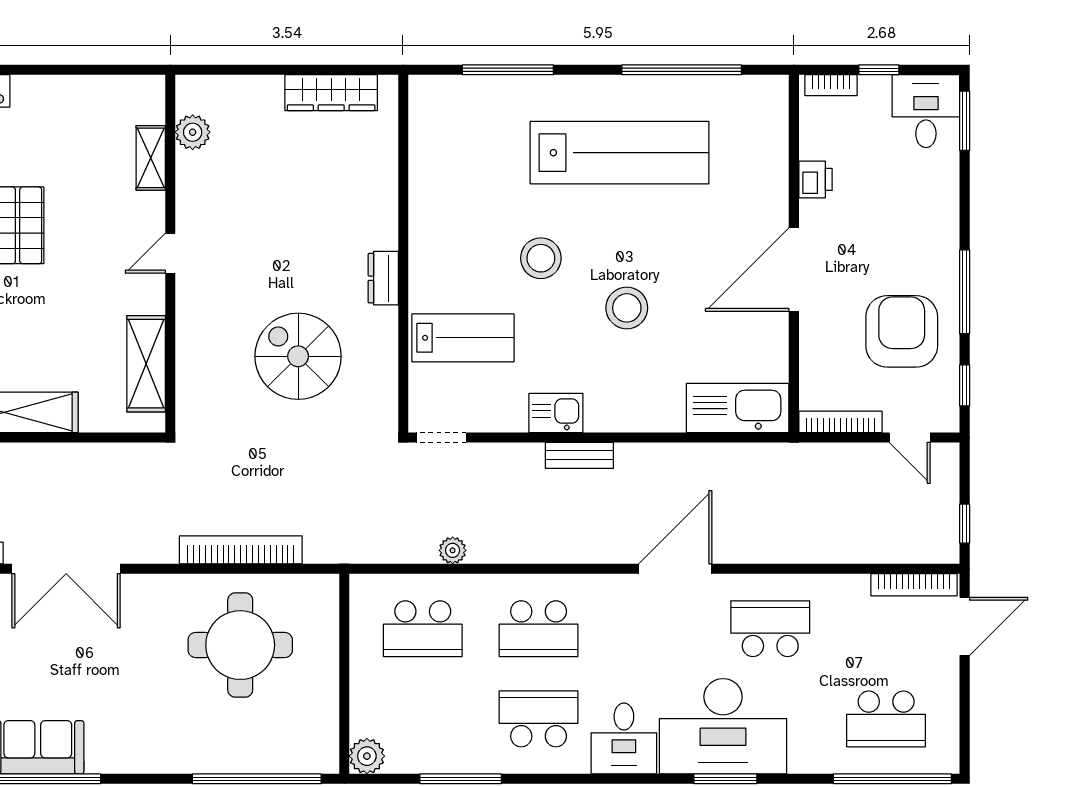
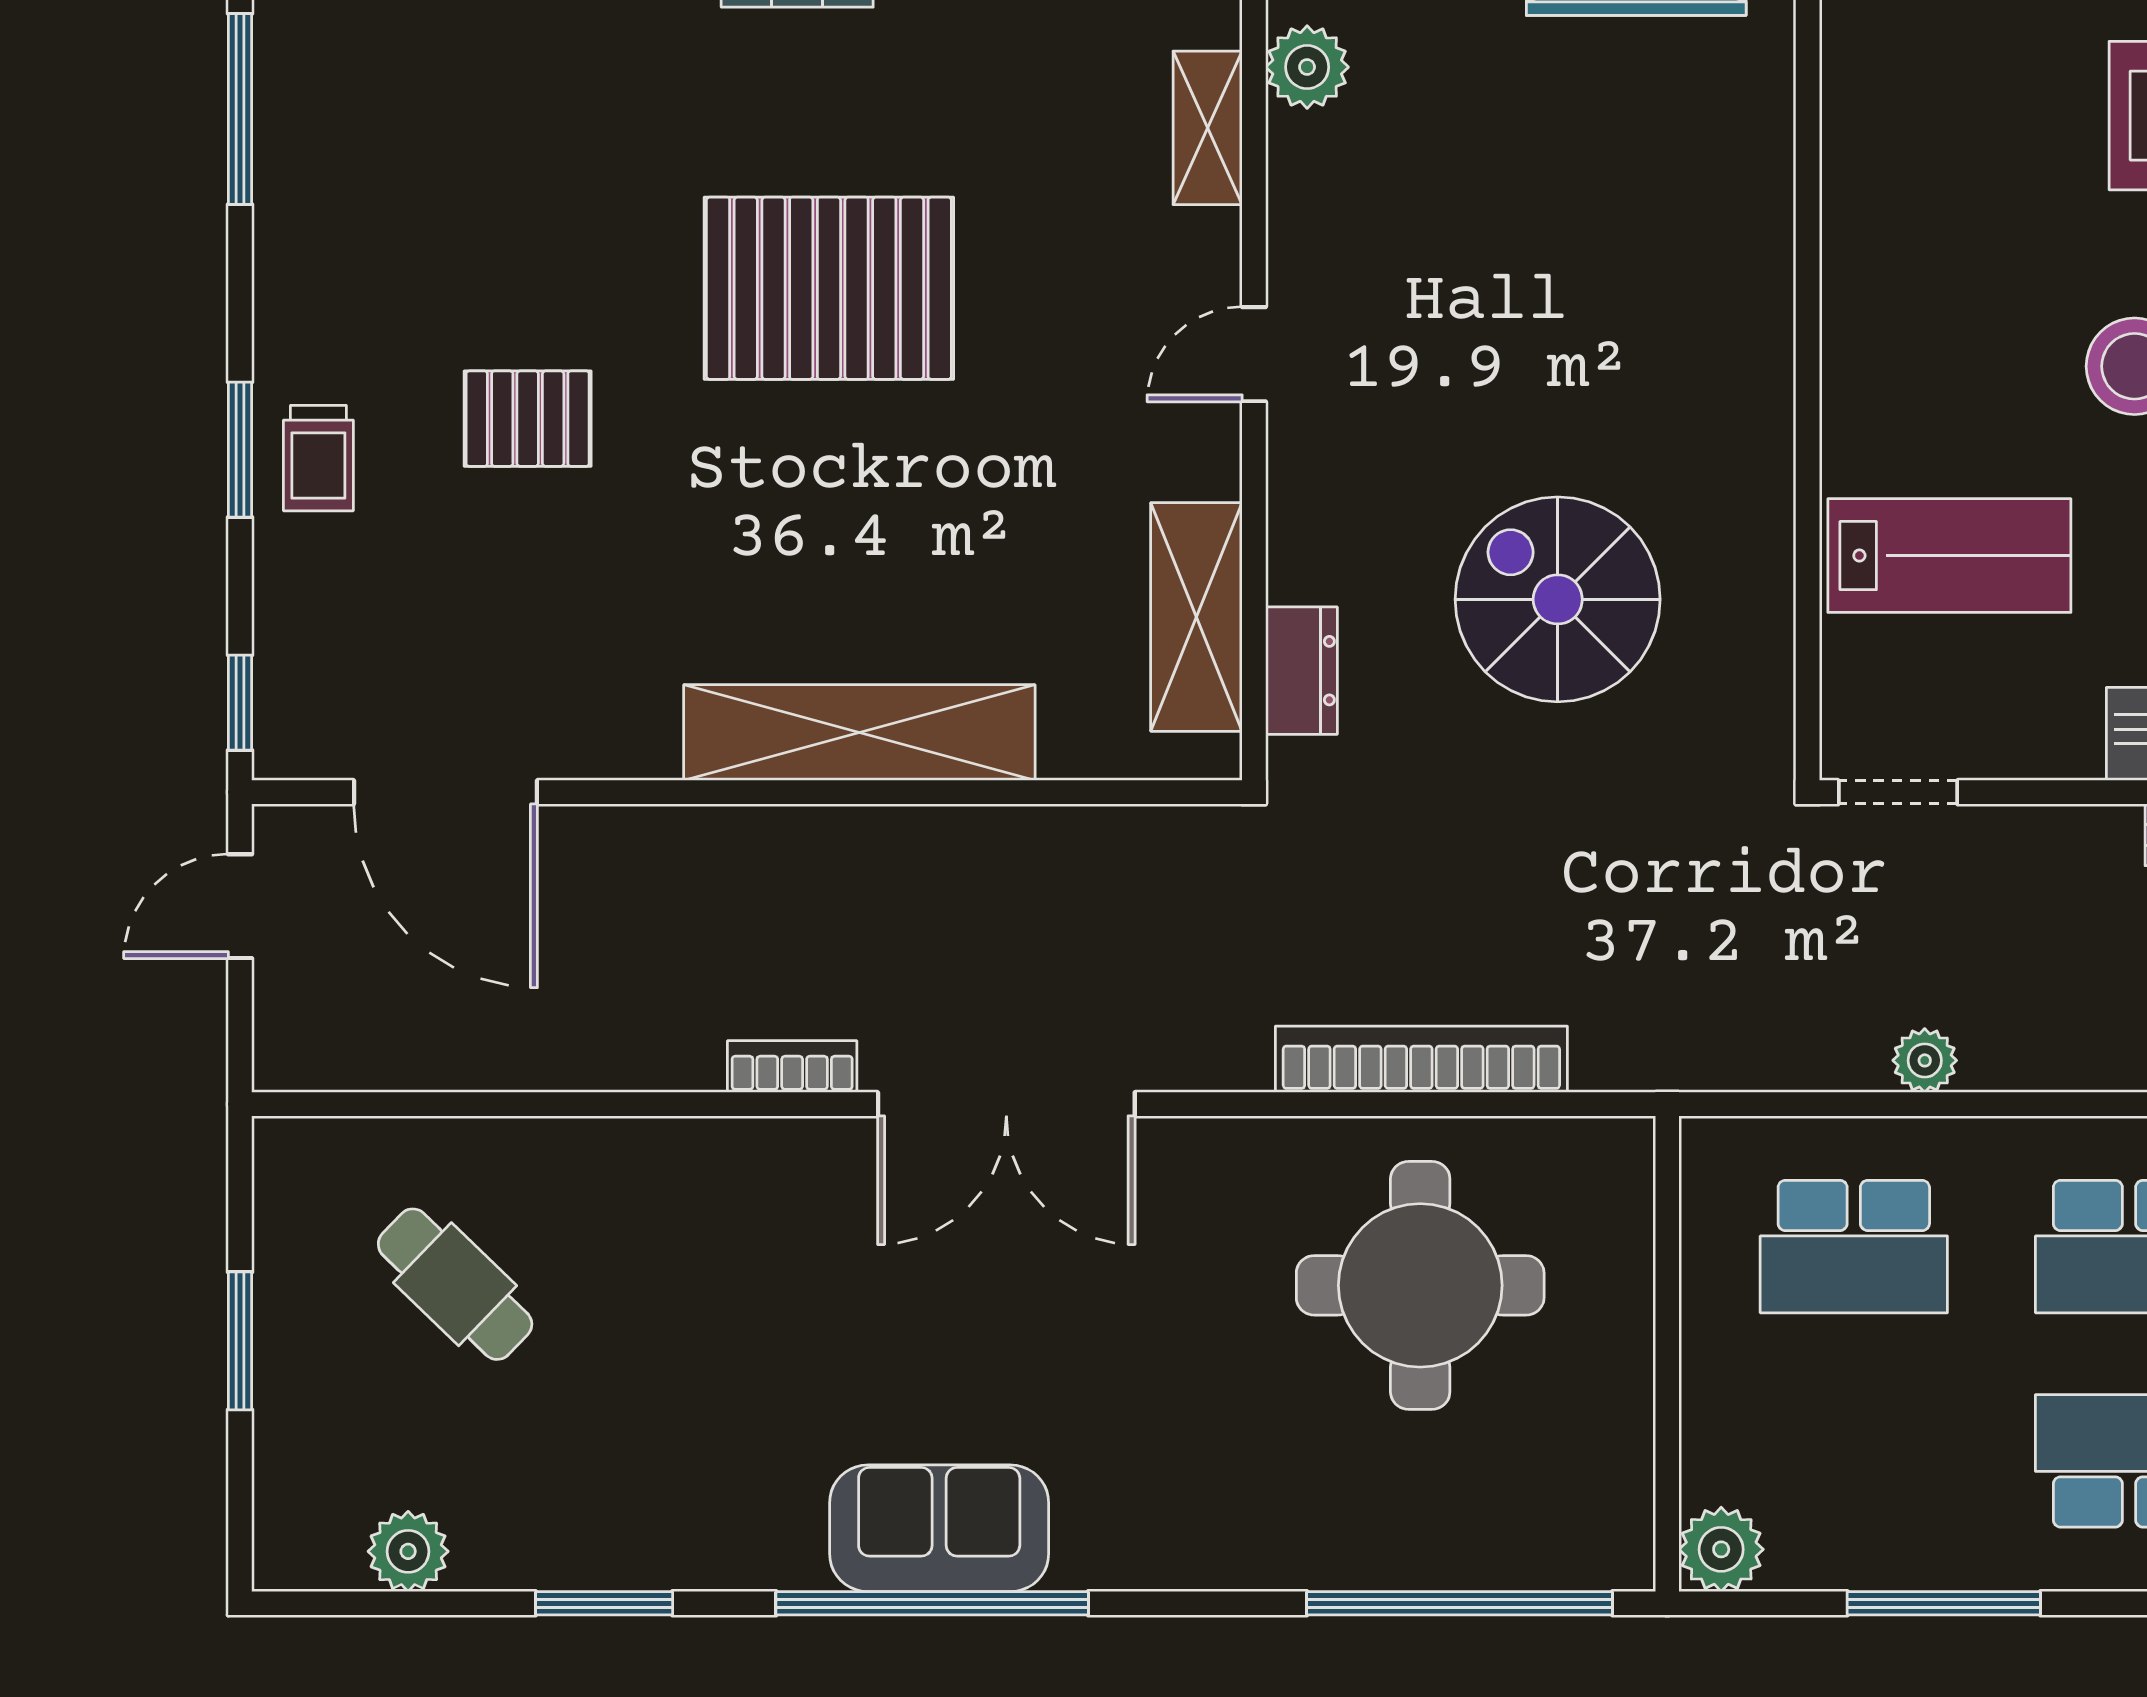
dresser: (383, 278) -> (1301, 671), moved, turned 180

